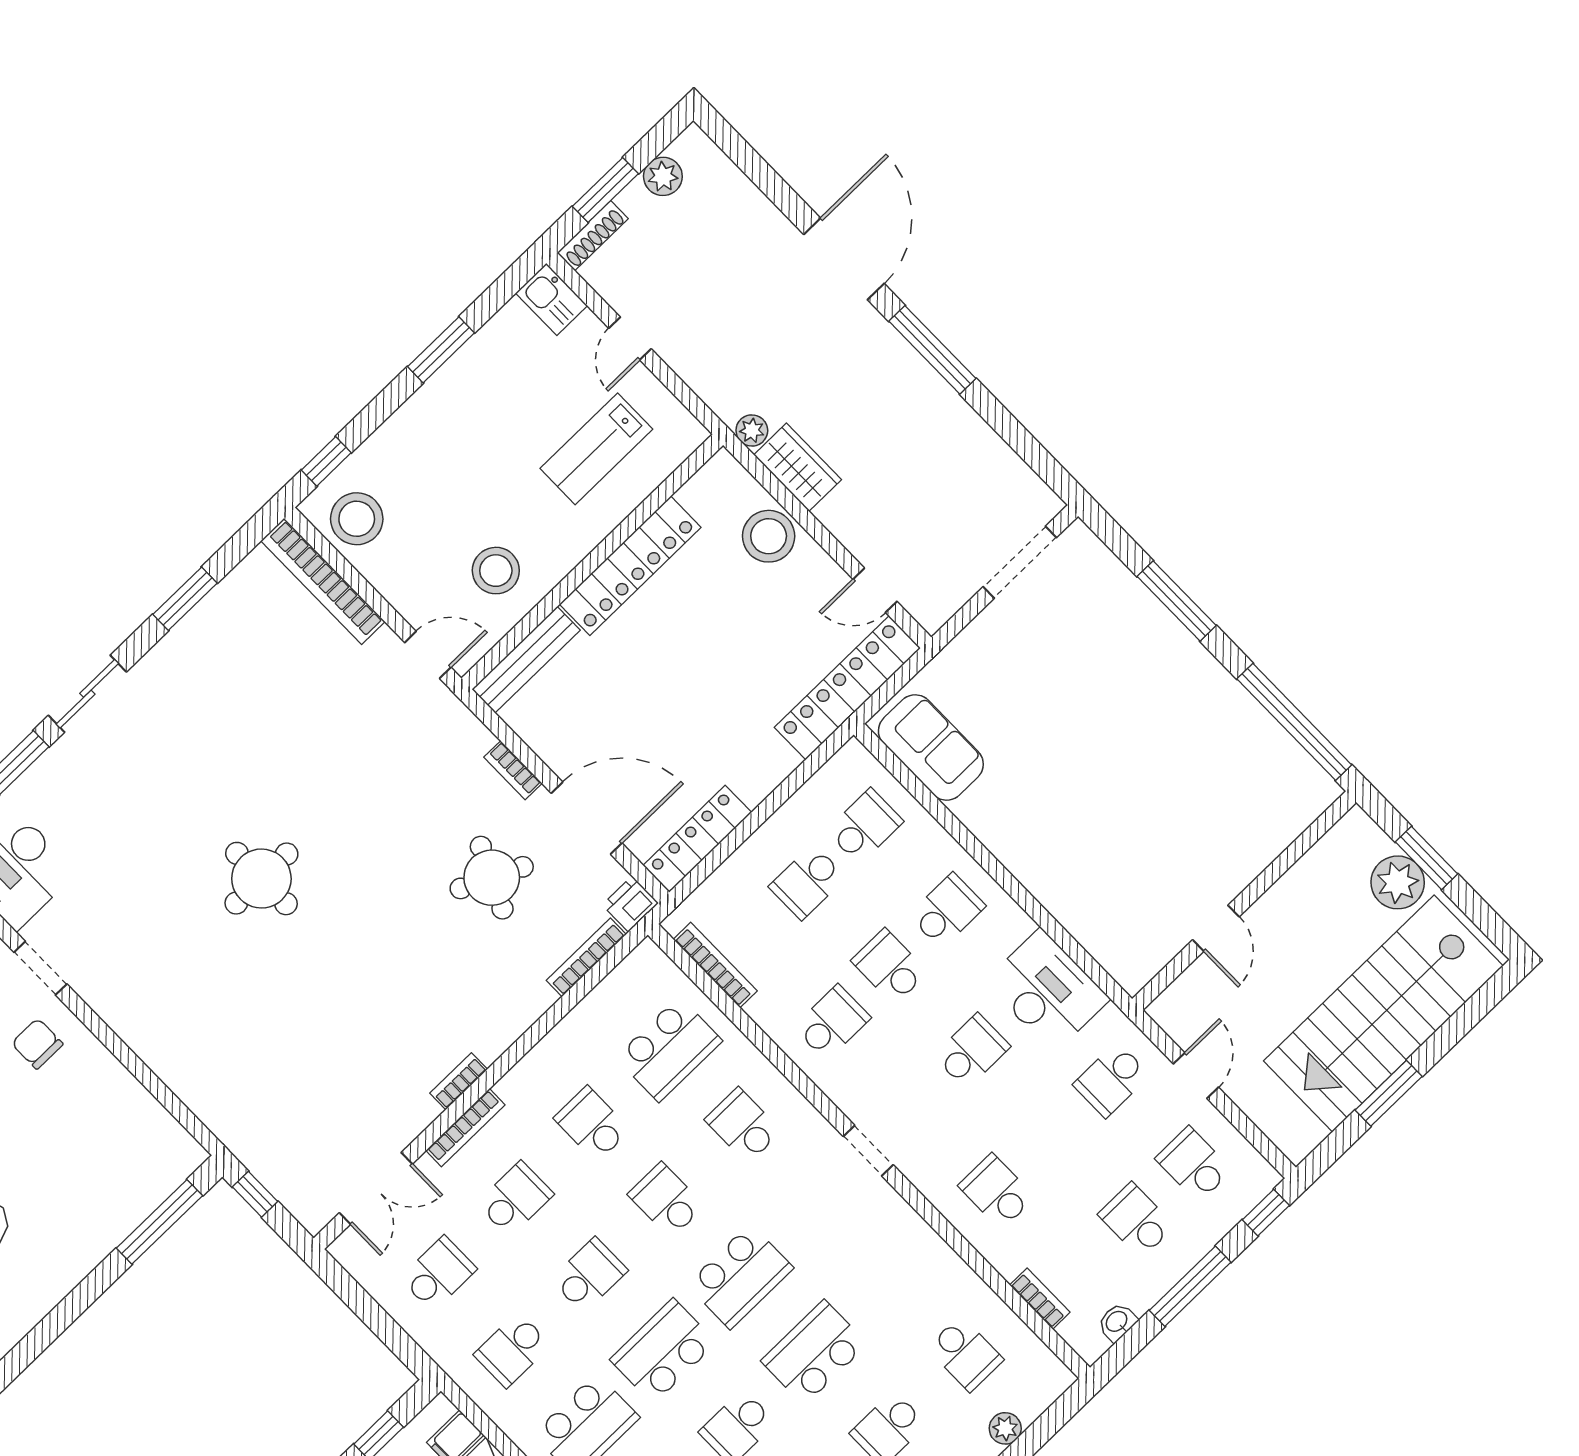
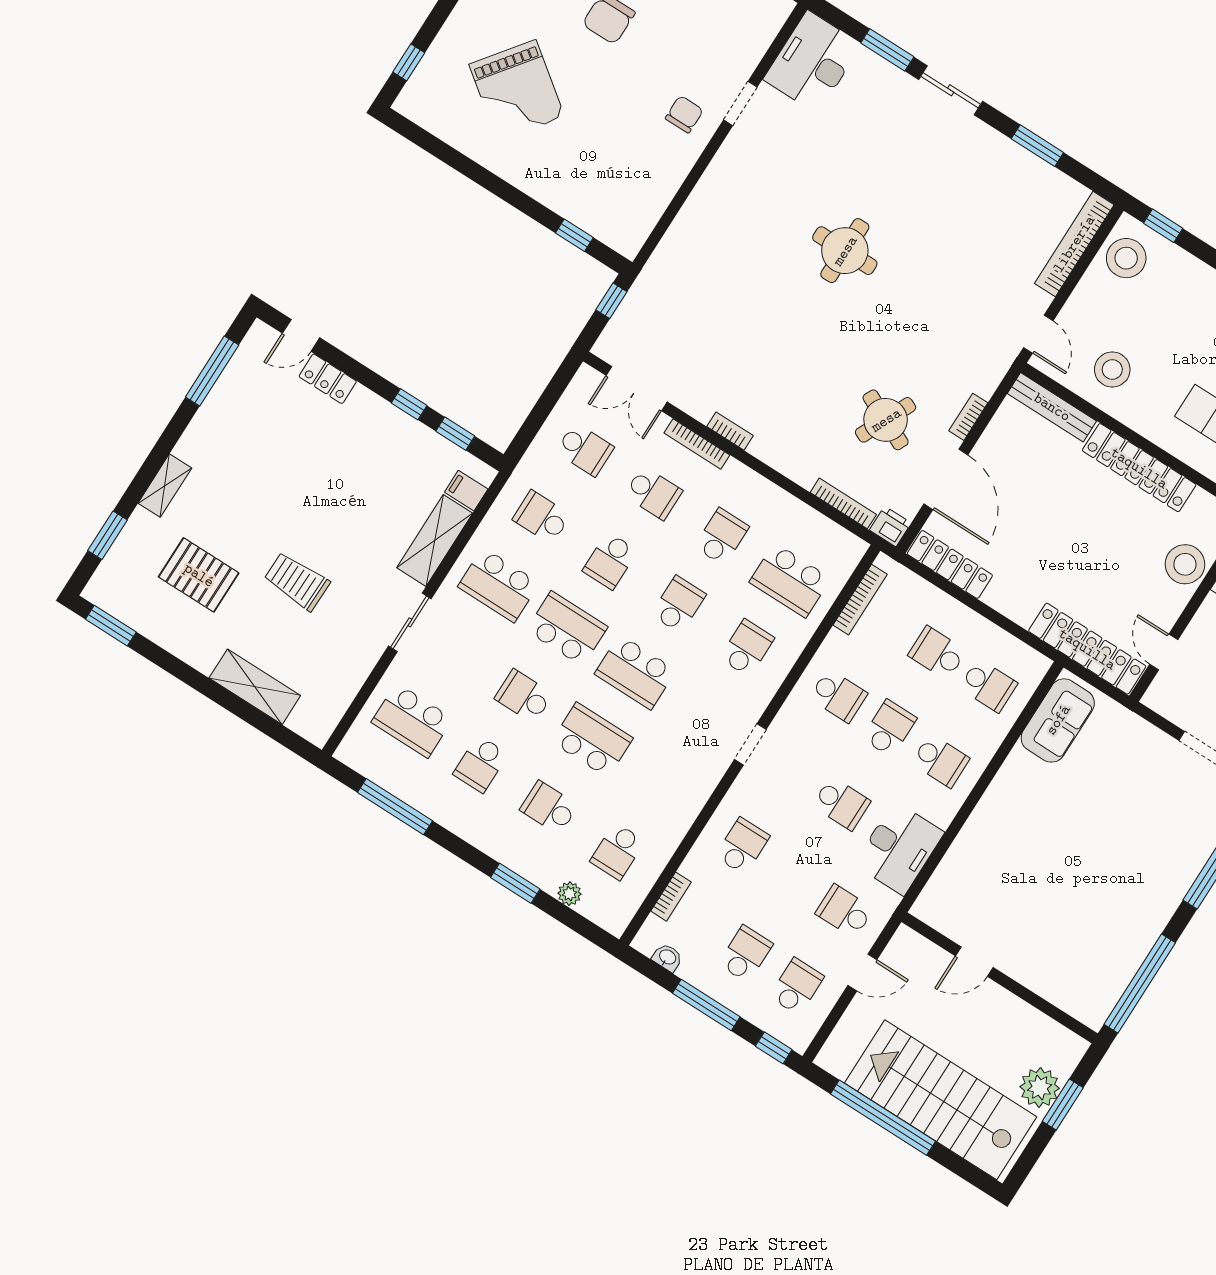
window: (1389, 1093) -> (883, 1118), width x2.11
window: (159, 1222) -> (574, 235), width x0.46
school desk: (589, 1275) -> (610, 561), turned 90

